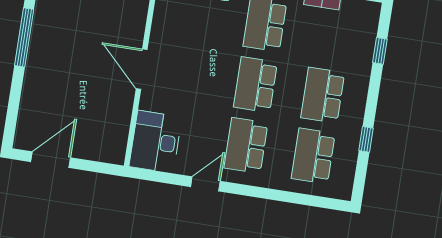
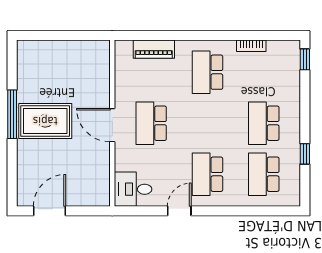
window: (380, 51) -> (305, 59), moved
rug: (62, 52) -> (45, 121), added
school desk: (255, 85) -> (151, 123), moved
desk: (156, 142) -> (133, 189), width x0.73

